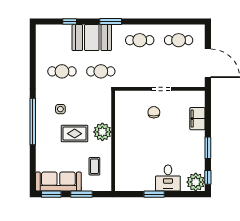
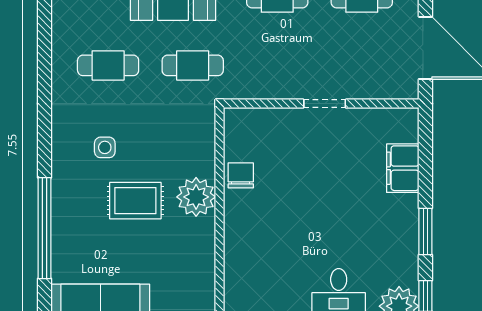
chair: (154, 112) -> (241, 175), moved
window: (33, 121) -> (45, 228), moved
coffee table: (94, 166) -> (179, 272), removed

